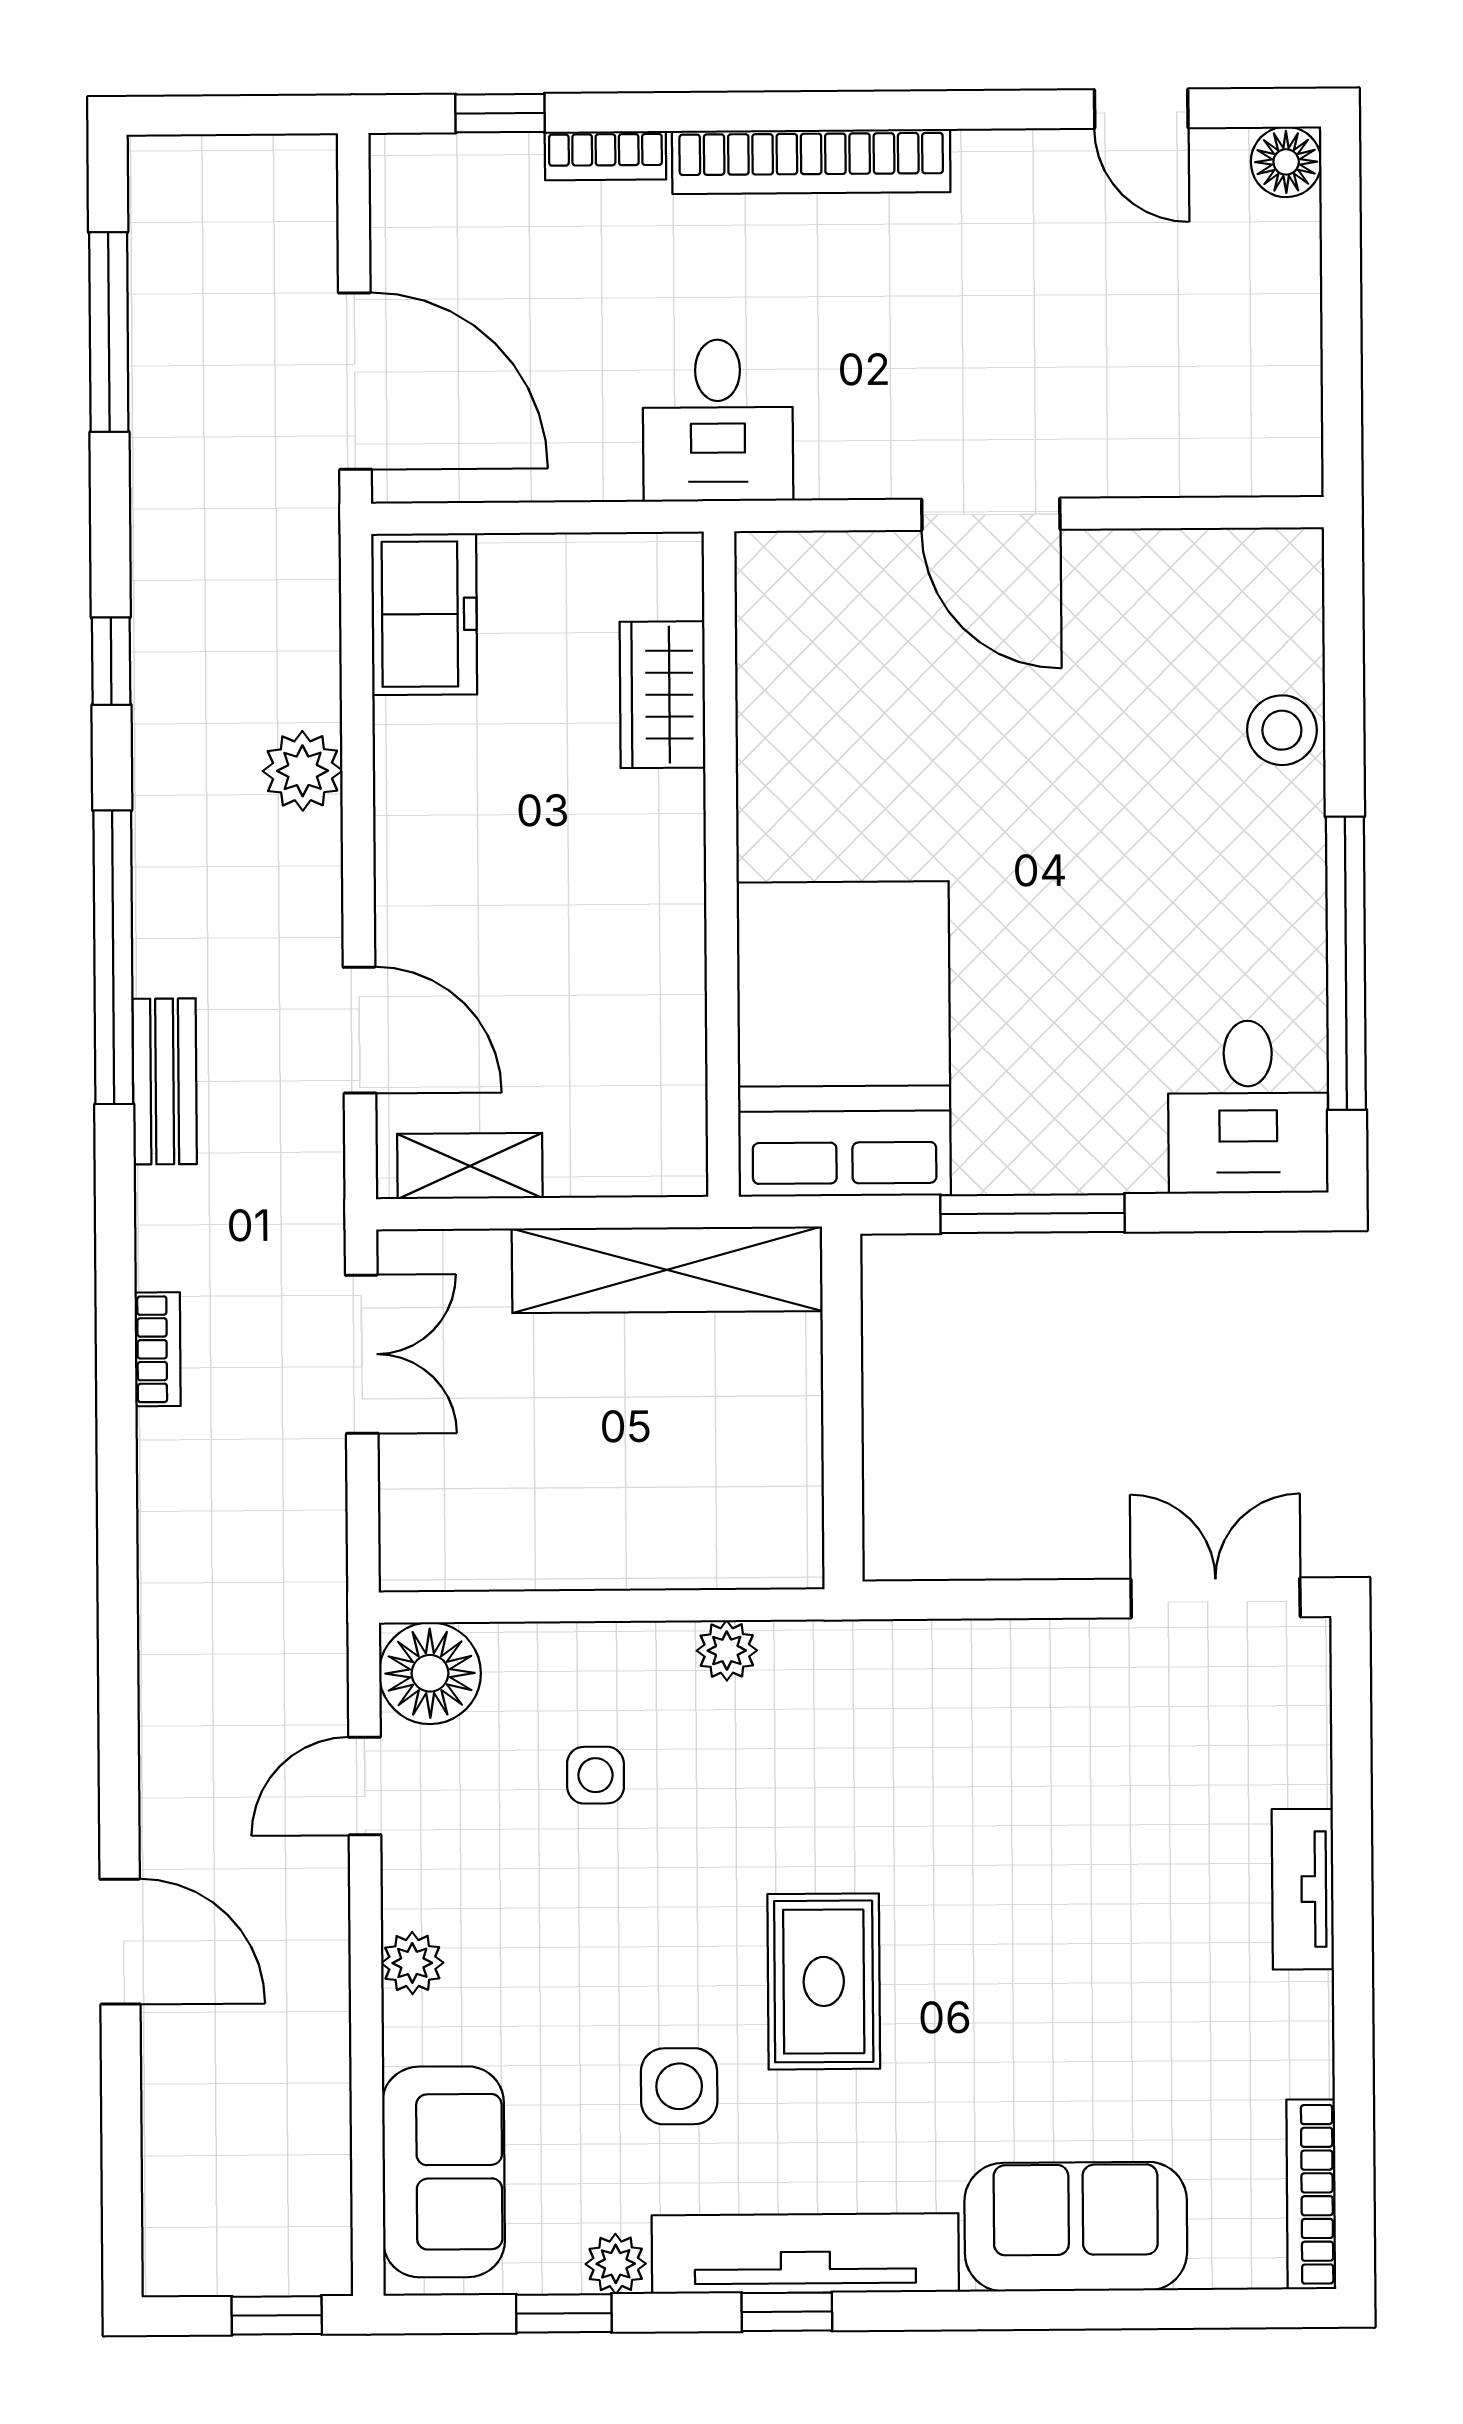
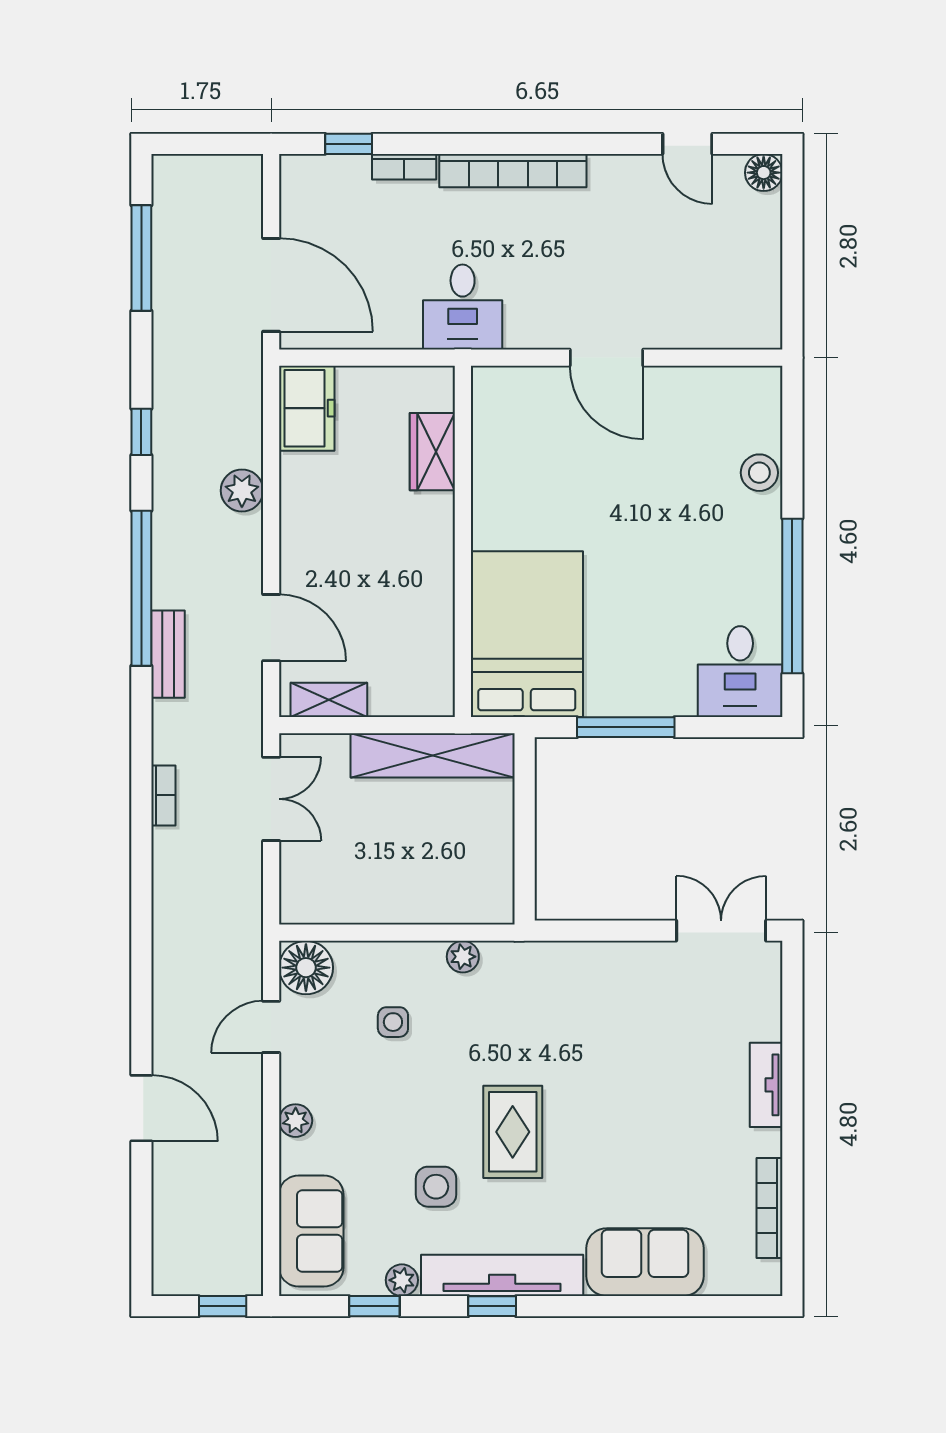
bookcase: (1311, 2194) -> (769, 1208), moved

